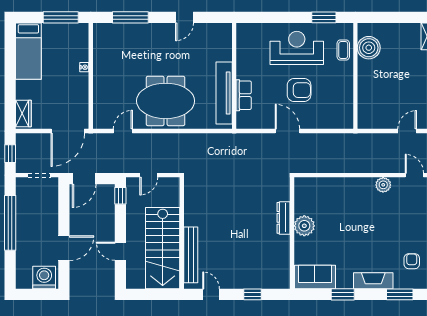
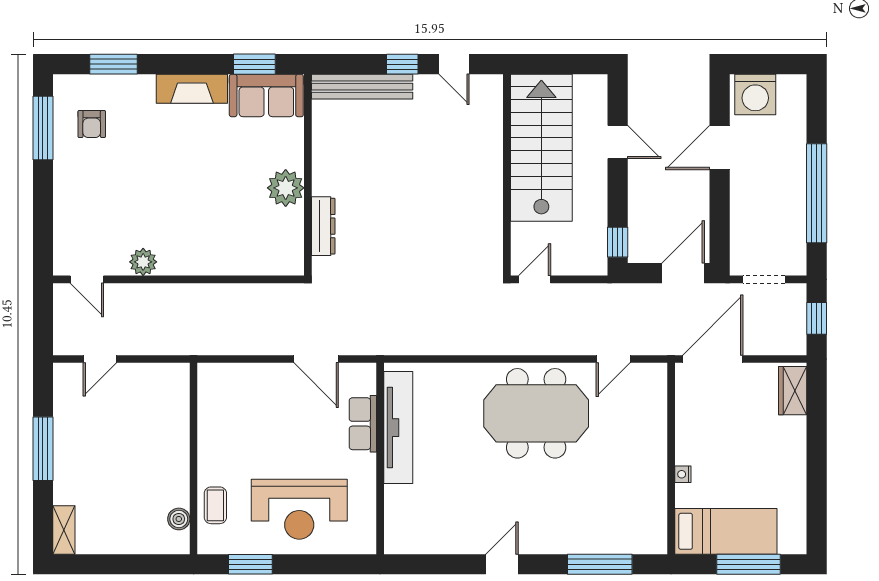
window: (61, 17) -> (749, 564), moved
boiler: (369, 48) -> (179, 519), width x0.54, depth x0.54
bed: (28, 51) -> (726, 531), moved, turned 90
wall: (234, 76) -> (380, 458), moved
armchair: (299, 90) -> (295, 433), removed
tv unit: (224, 93) -> (398, 428), moved
row of seats: (244, 95) -> (363, 424), moved
door: (149, 175) -> (535, 279), moved
dresser: (283, 218) -> (323, 226), moved
bench: (191, 255) -> (362, 87), moved, turned 90
fireplace: (373, 281) -> (192, 89), moved
window: (253, 294) -> (402, 64), moved
window: (343, 294) -> (254, 64), moved

